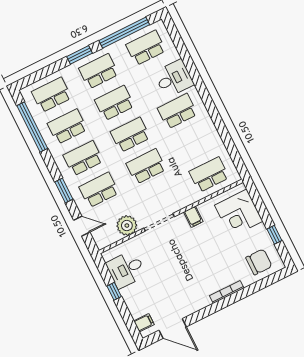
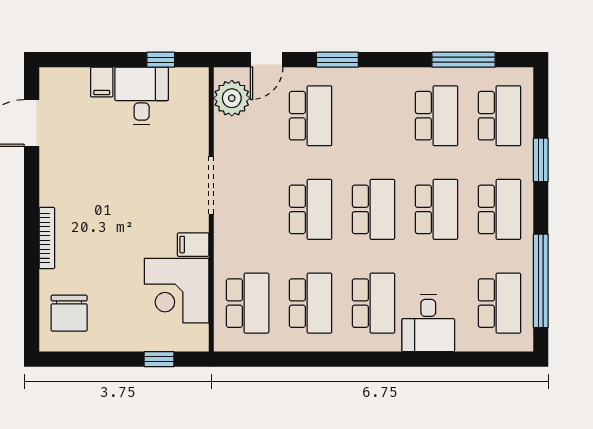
window: (79, 55) -> (541, 160), moved
window: (32, 127) -> (463, 60), width x0.68
school desk: (83, 158) -> (311, 303), moved
corner desk: (239, 213) -> (177, 291), moved, turned -90
plant: (127, 226) -> (232, 98), moved
window: (274, 235) -> (159, 359), moved
desk: (126, 269) -> (142, 96), moved
window: (114, 291) -> (161, 60), moved
filing cabinet: (144, 323) -> (102, 82), moved

